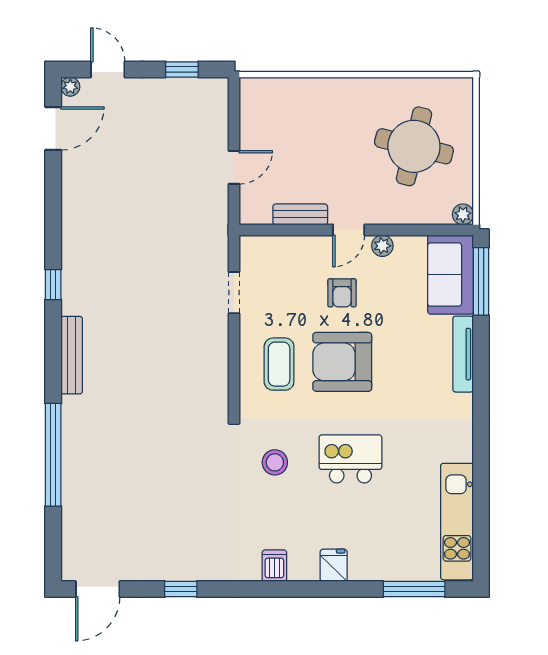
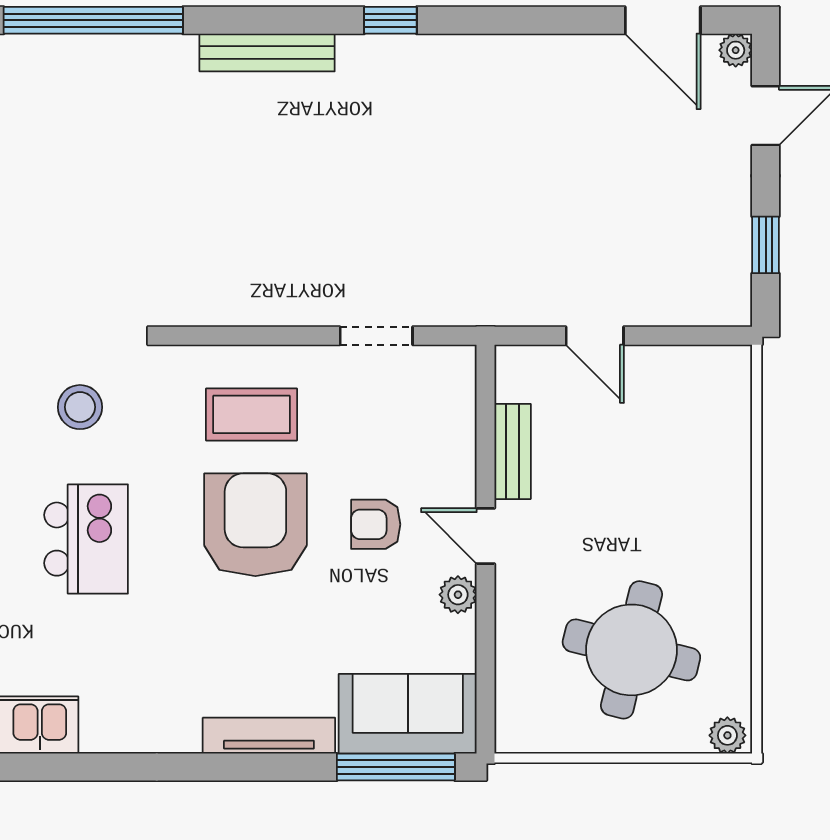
plant: (463, 214) -> (727, 735), moved

